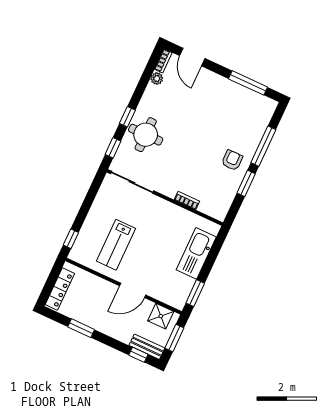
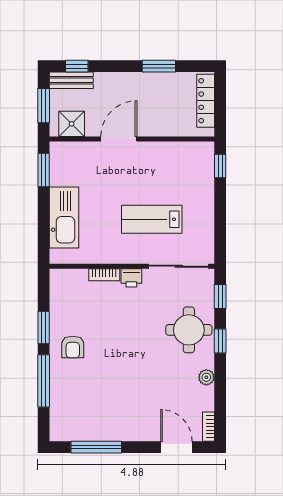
plant: (157, 79) -> (206, 377), moved
printer: (169, 189) -> (131, 278), added
lab bench: (116, 245) -> (152, 219), moved, turned -90

